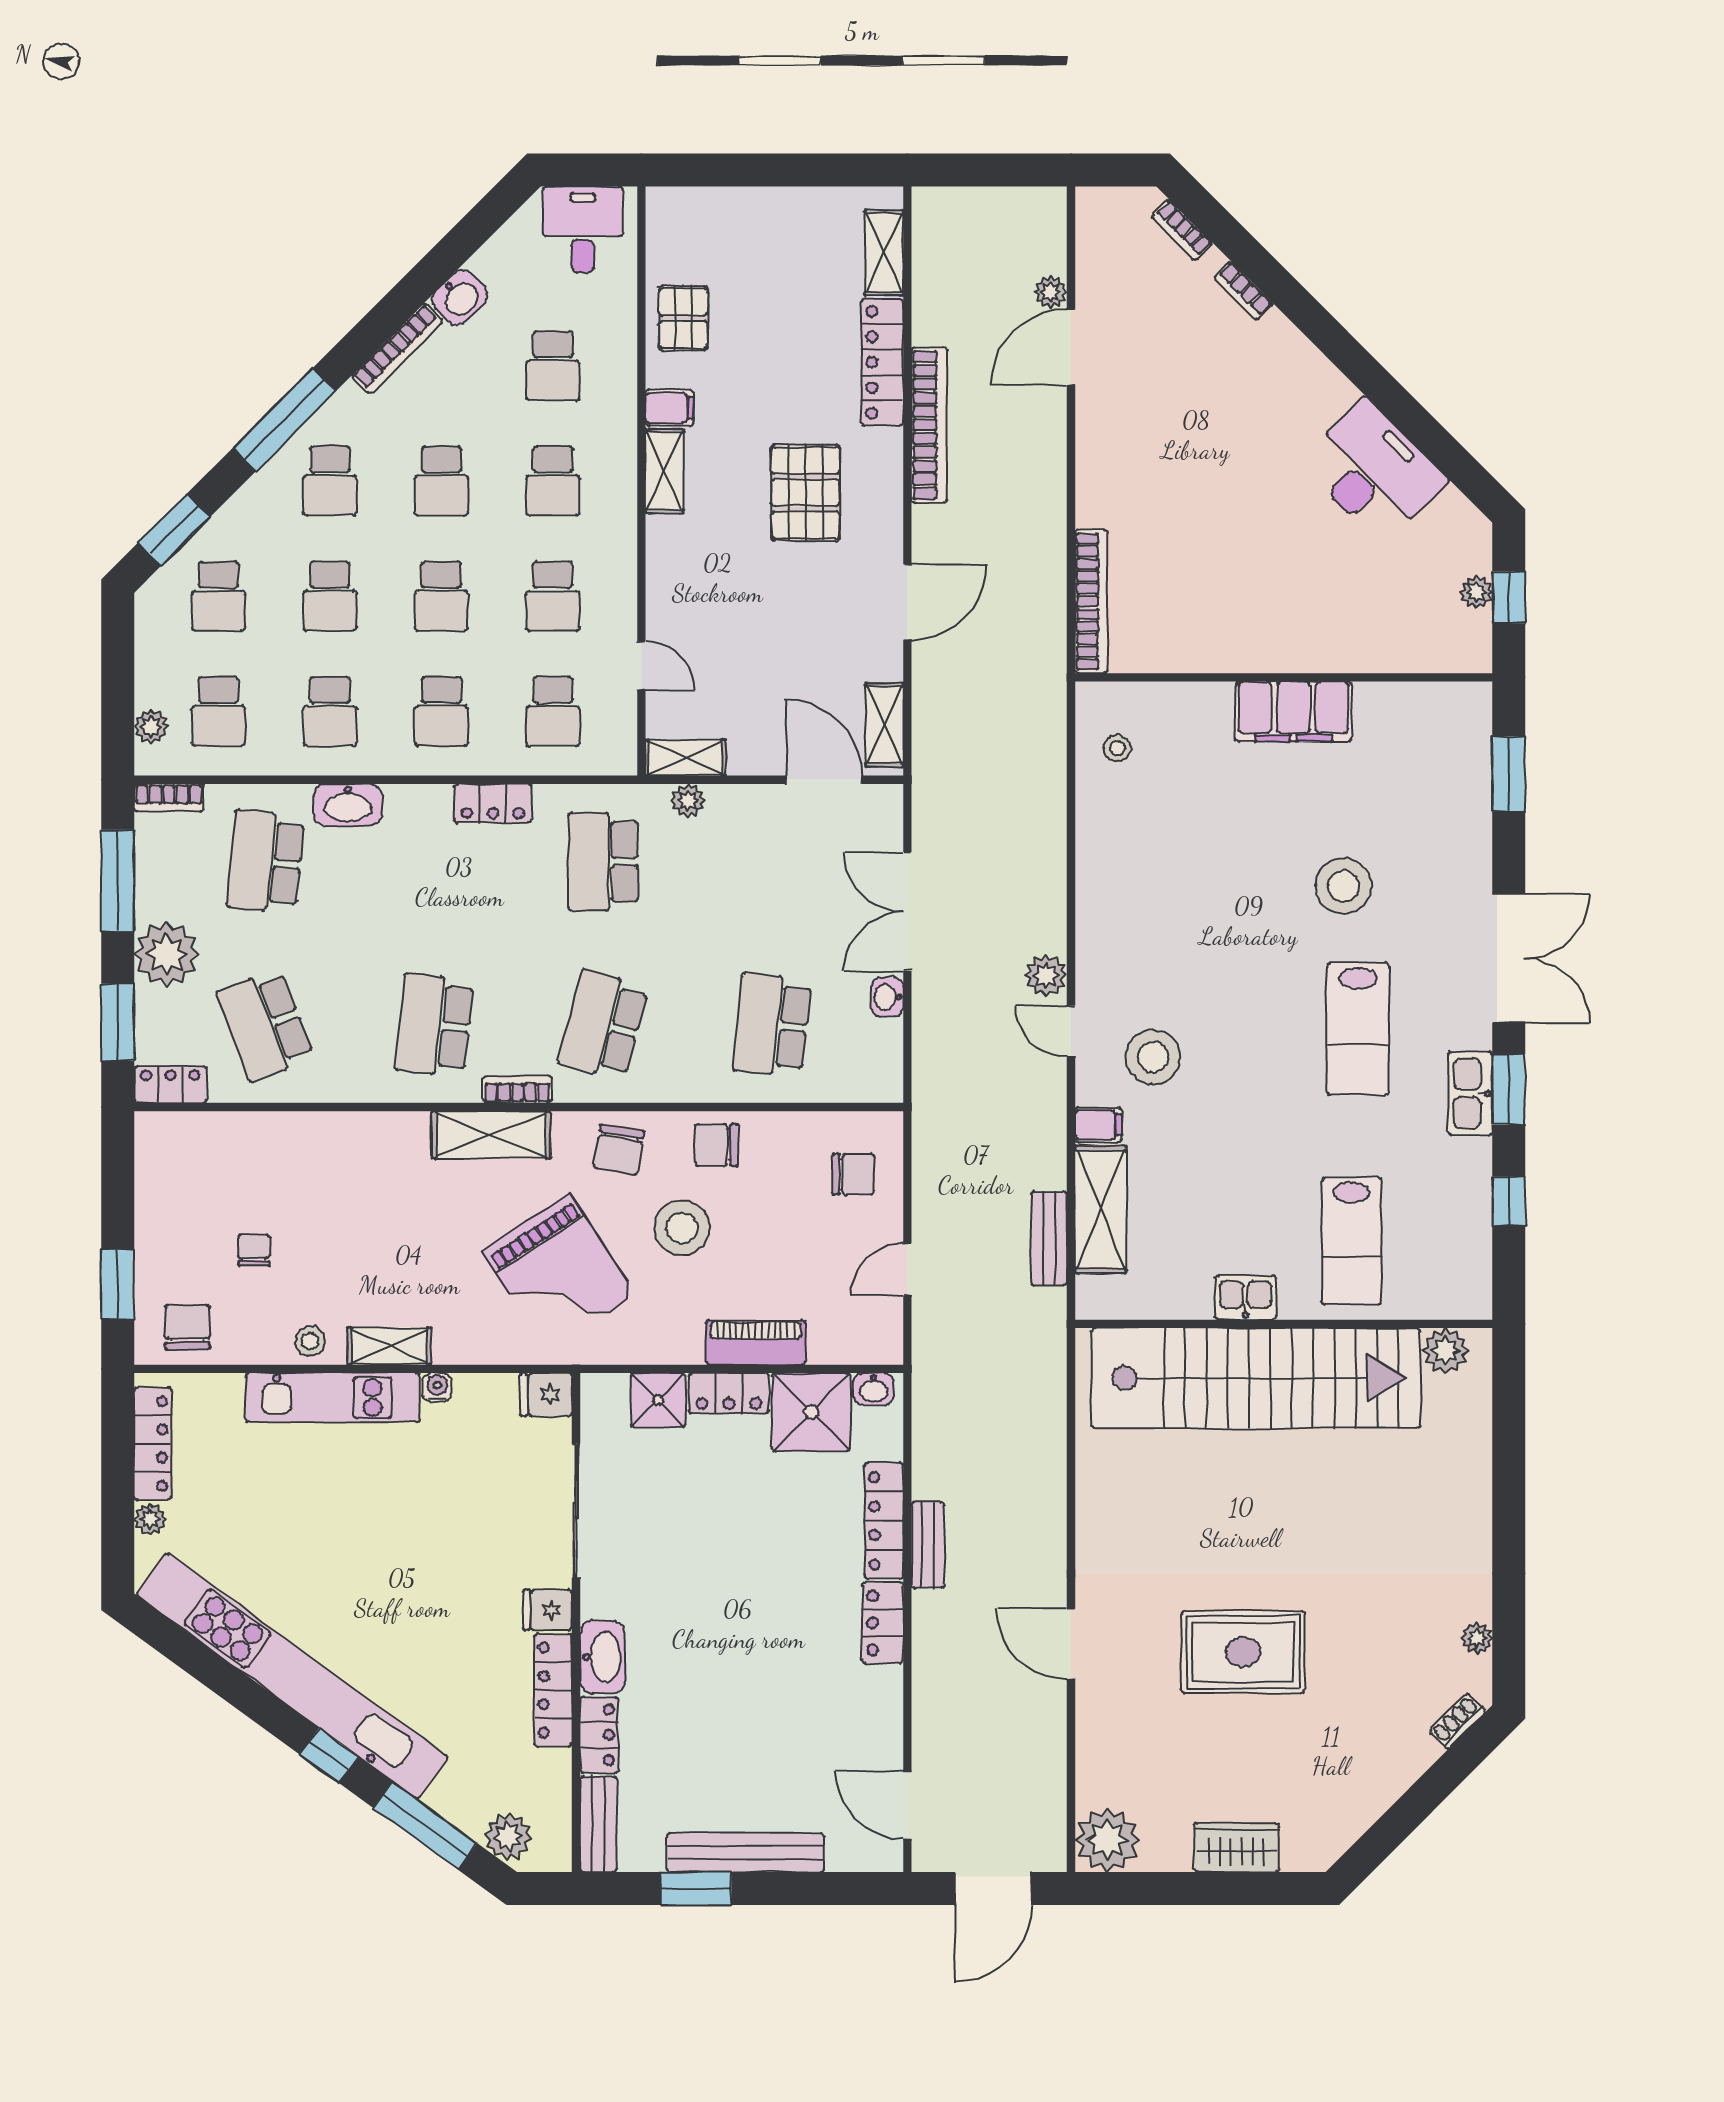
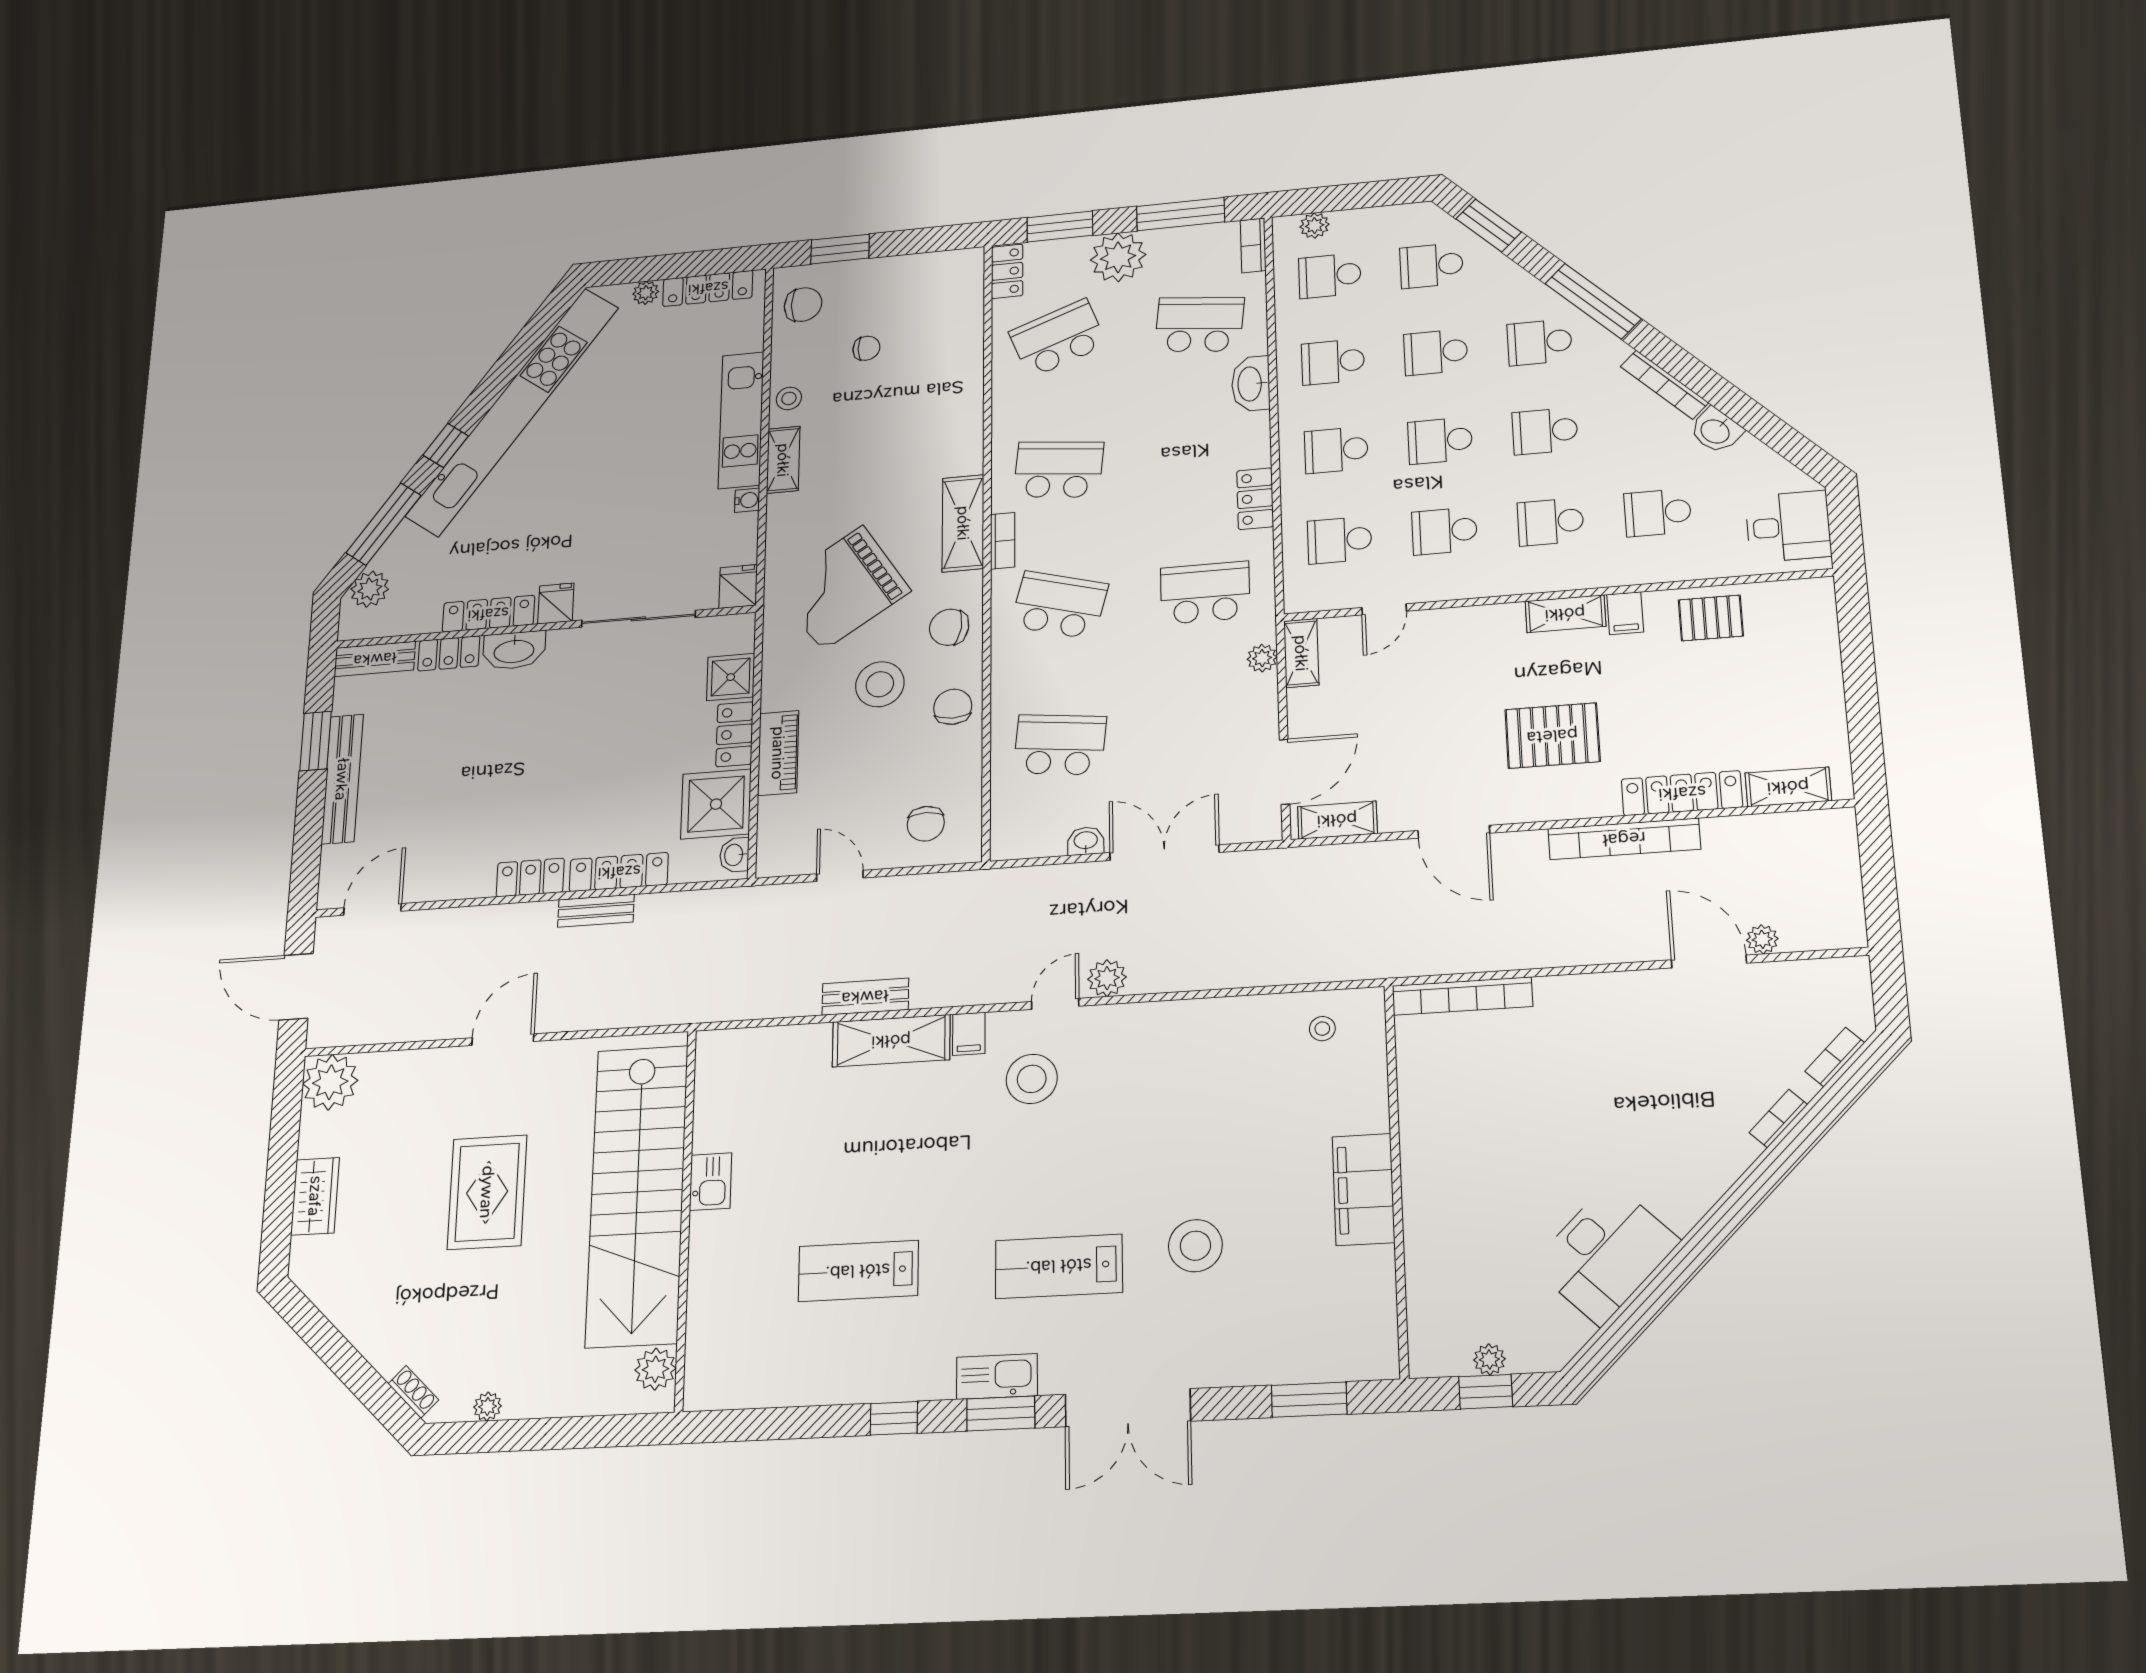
kitchen sink: (1245, 1298) -> (711, 1182), moved
wall: (1284, 1324) -> (685, 1218), moved
plant: (1446, 1351) -> (655, 1369), moved
stairs: (1256, 1378) -> (637, 1195), moved

